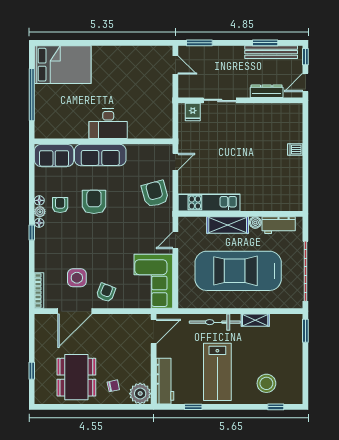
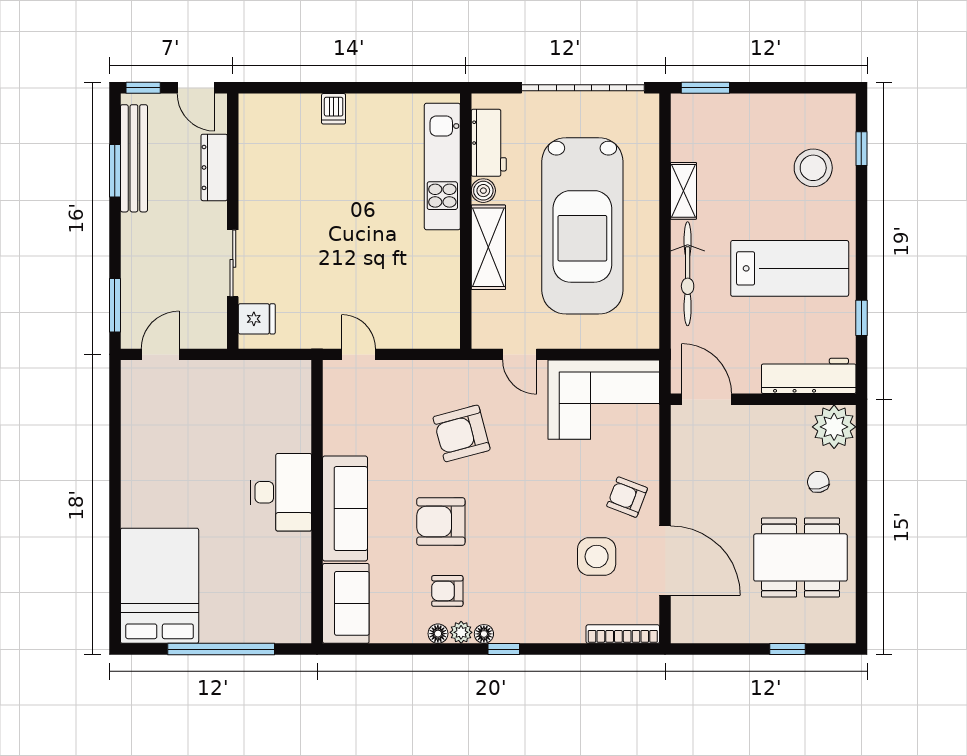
armchair: (155, 194) -> (462, 433), moved
kitchen unit: (209, 203) -> (442, 167), moved

